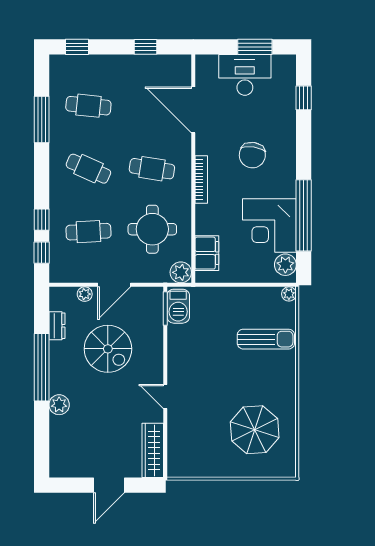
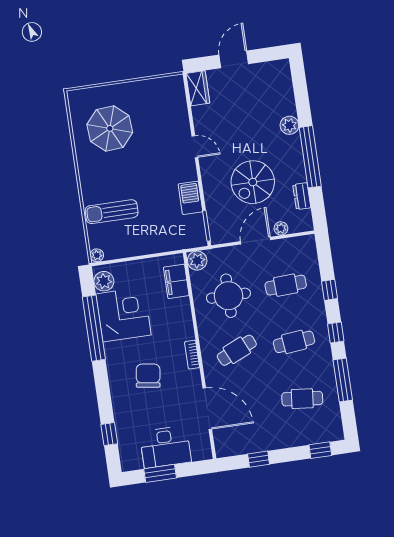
cafe table: (88, 169) -> (294, 342), turned -30
cafe table: (152, 169) -> (237, 350), turned -33
bookcase: (201, 180) -> (192, 355), width x0.64
window: (42, 253) -> (336, 333), moved
barbecue: (178, 306) -> (190, 198), moved
spiral stairs: (108, 349) -> (253, 182), turned -90
wardrobe: (153, 450) -> (198, 88), width x0.67

